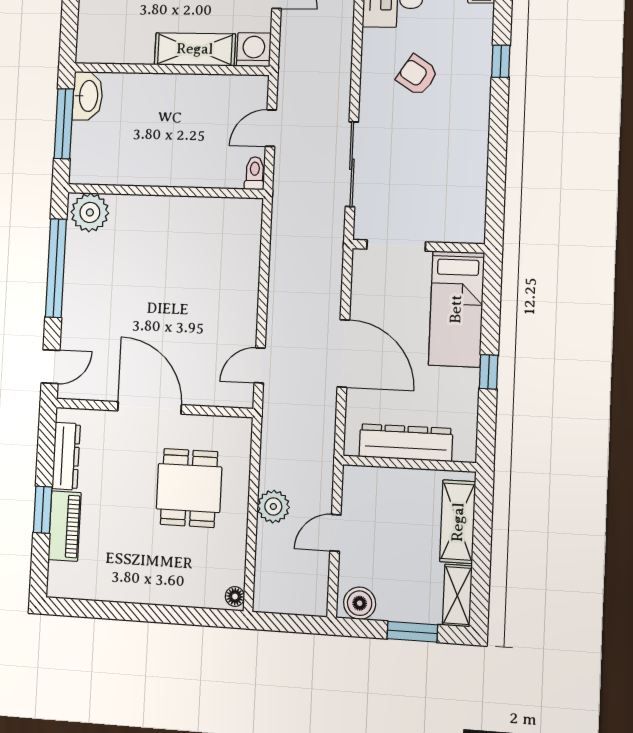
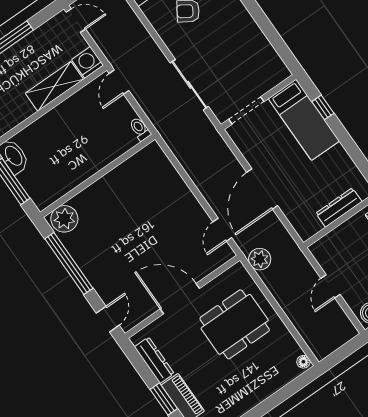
door: (271, 128) -> (119, 82), moved
door: (343, 353) -> (262, 189), swing flipped
window: (489, 372) -> (323, 107), moved
dresser: (406, 443) -> (339, 207), width x0.73, depth x0.80
dining table: (189, 488) -> (235, 324), width x1.37
plant: (273, 507) -> (260, 259), moved

